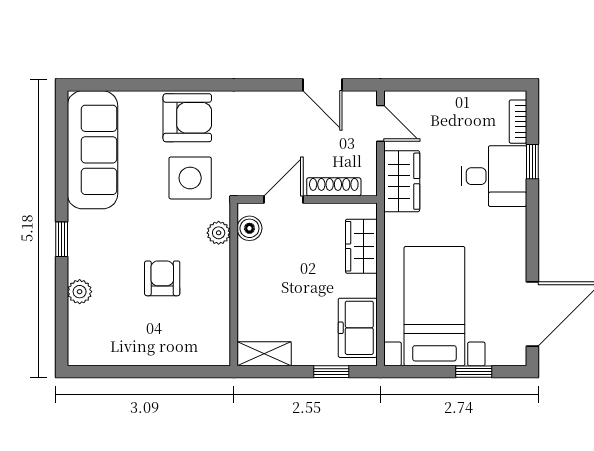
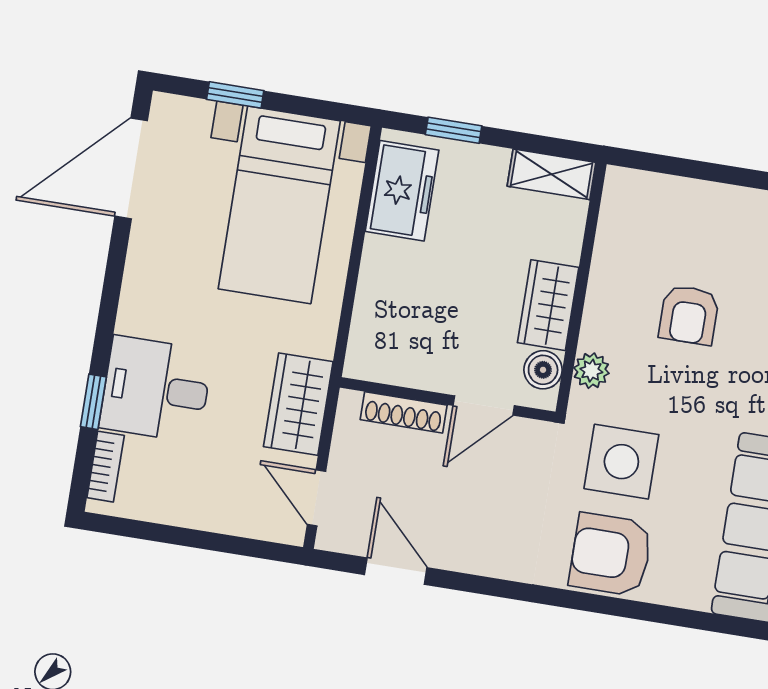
wardrobe: (361, 246) -> (548, 305), moved, turned 180

